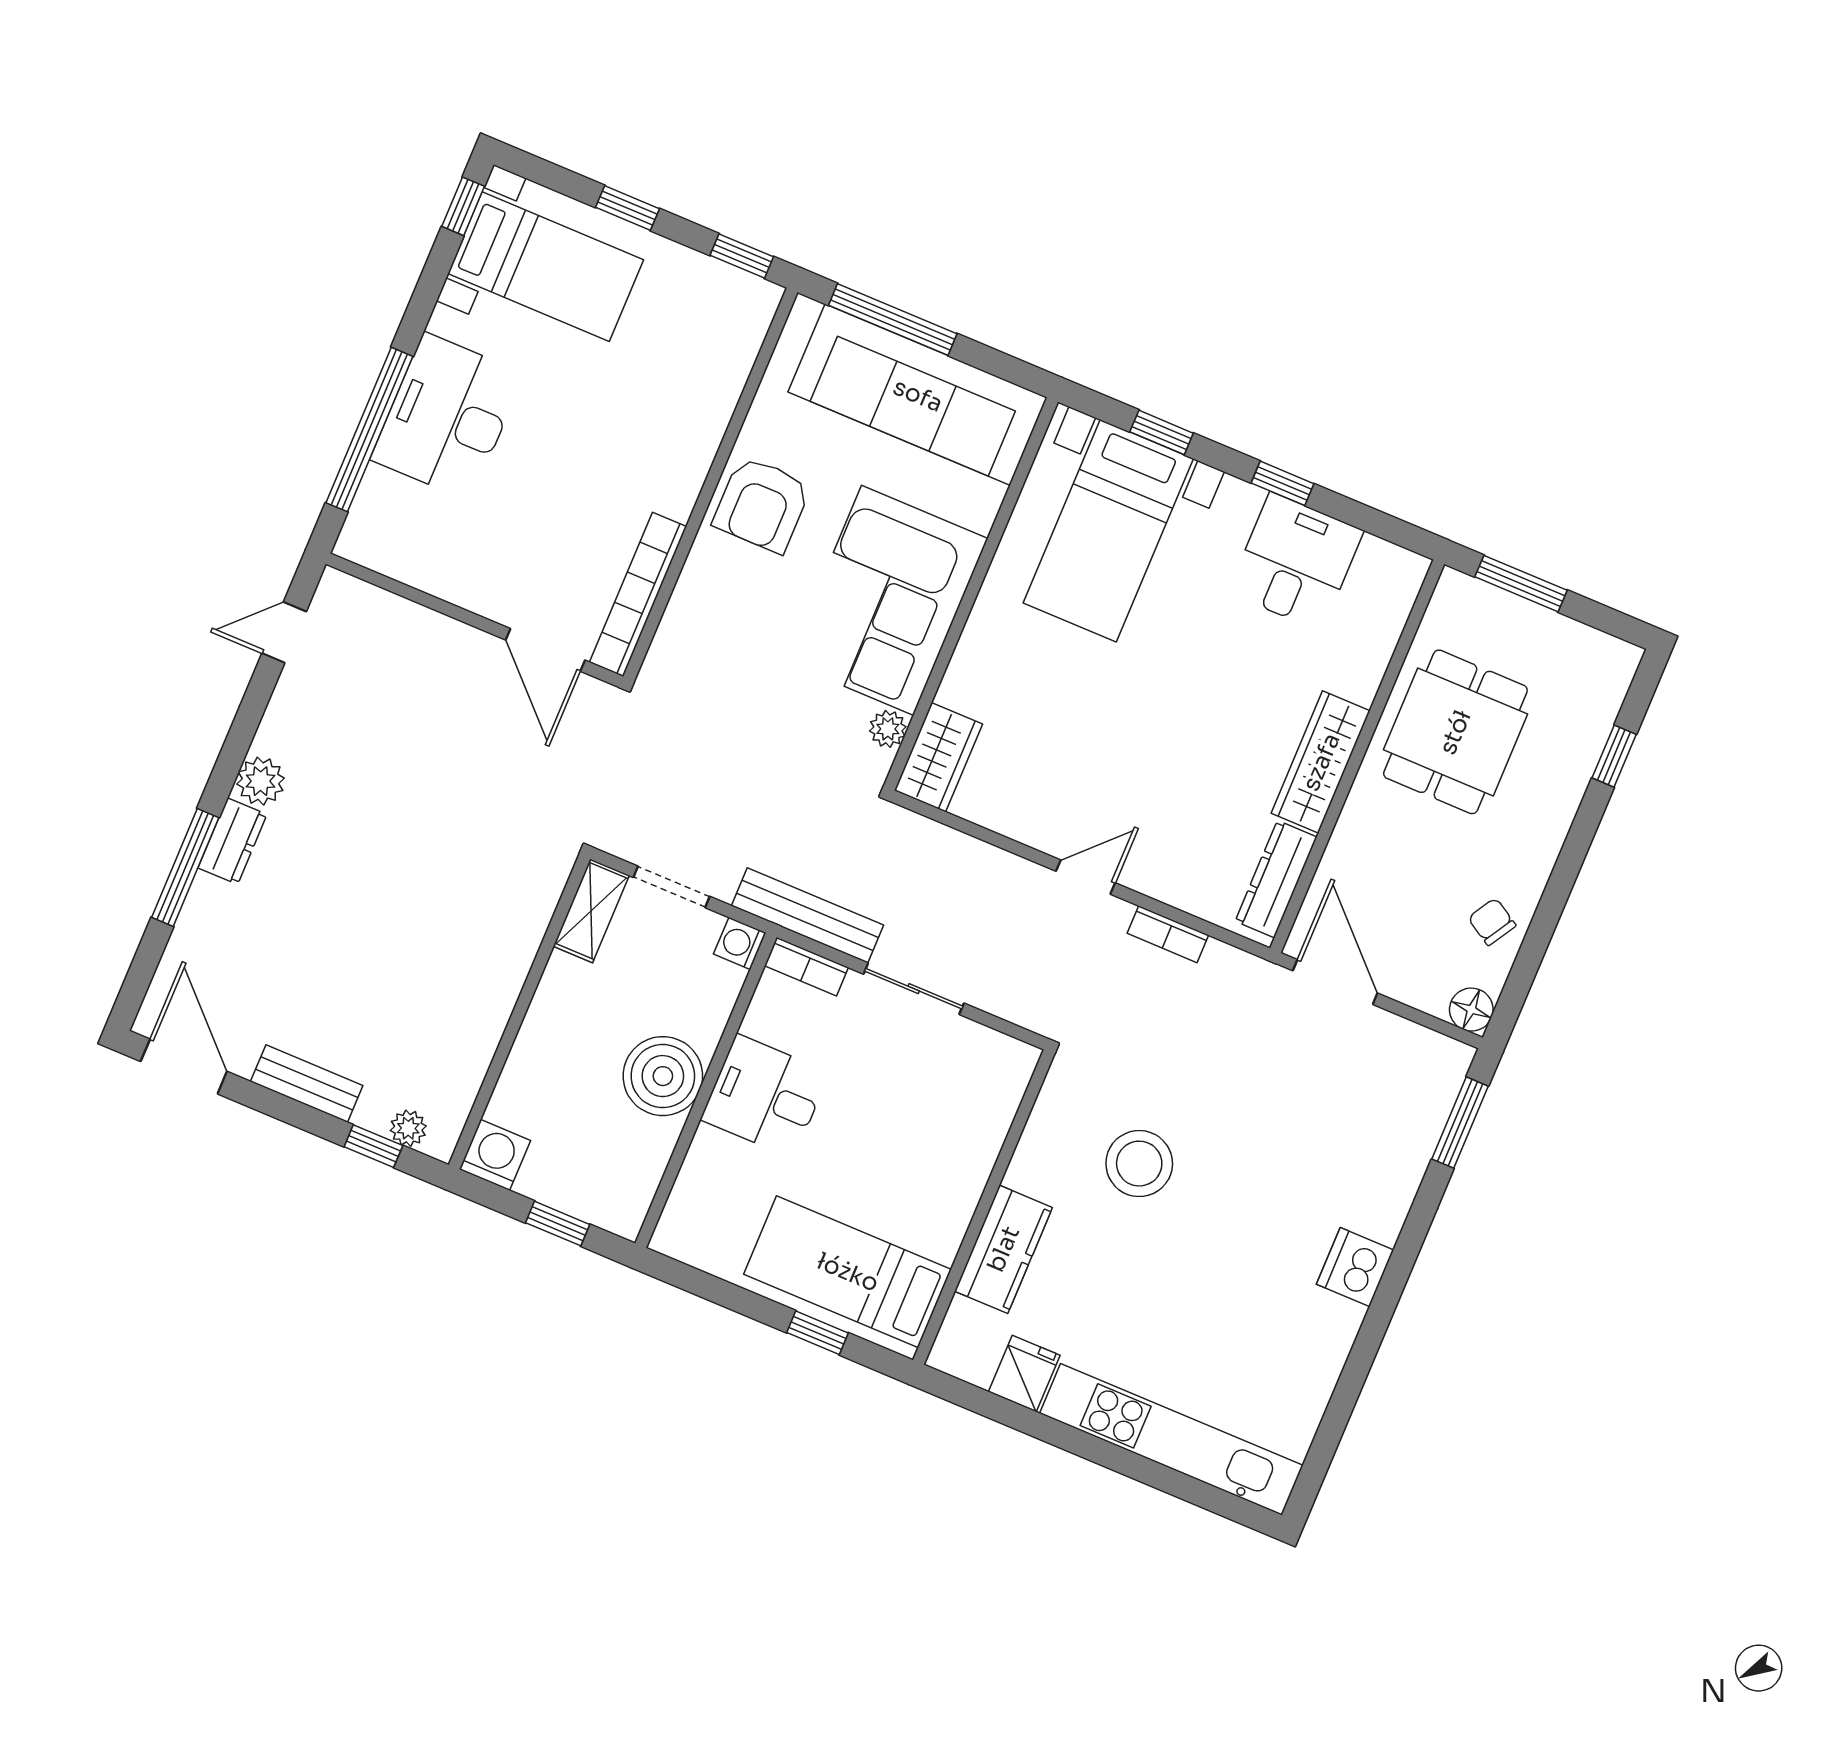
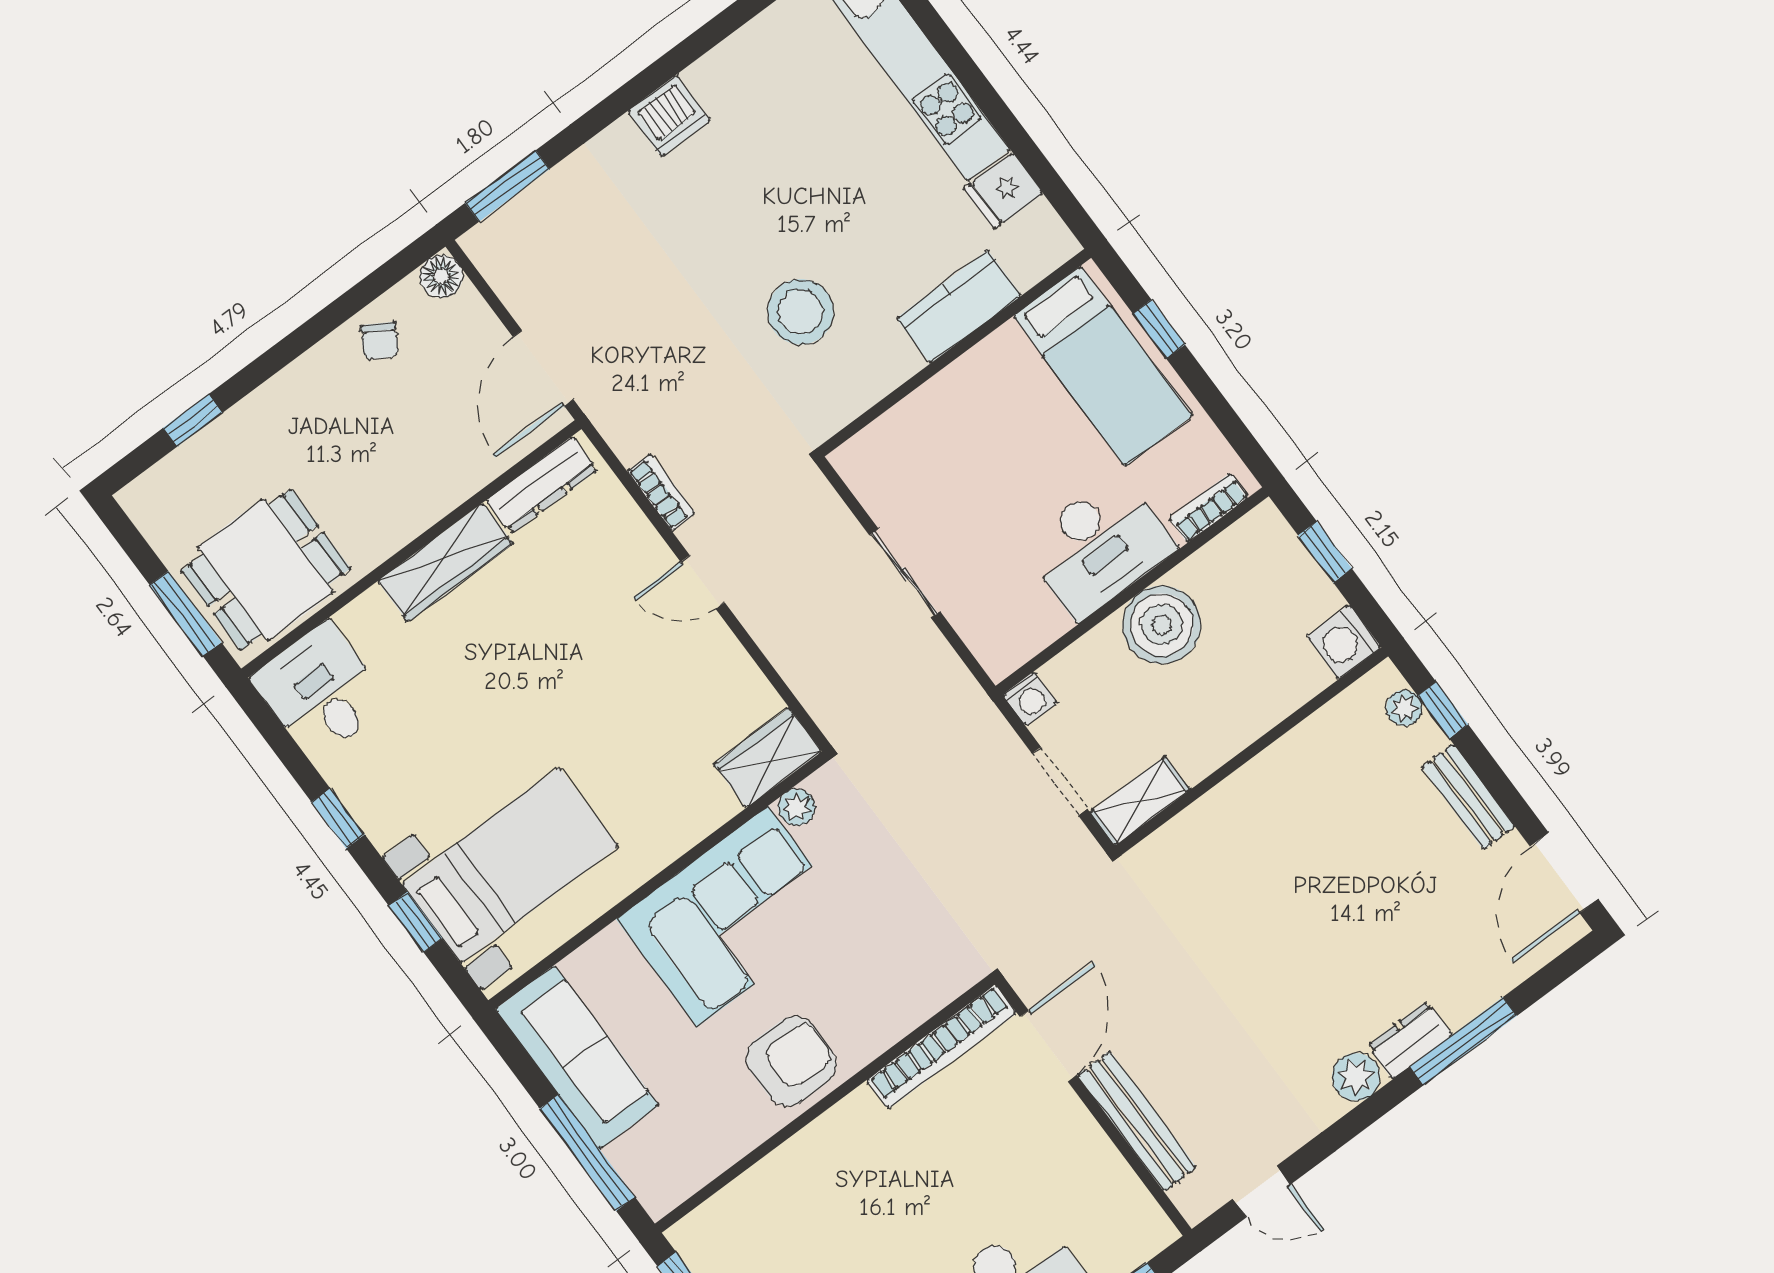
sofa: (918, 395) -> (577, 1057), width x0.74, depth x0.79
desk: (1296, 562) -> (321, 691), moved, turned 90
dining table: (1455, 732) -> (266, 569), moved
bench: (807, 915) -> (1137, 1121), moved
bookcase: (806, 967) -> (1209, 508), moved, turned -90
desk: (765, 1096) -> (1099, 546), width x1.37

